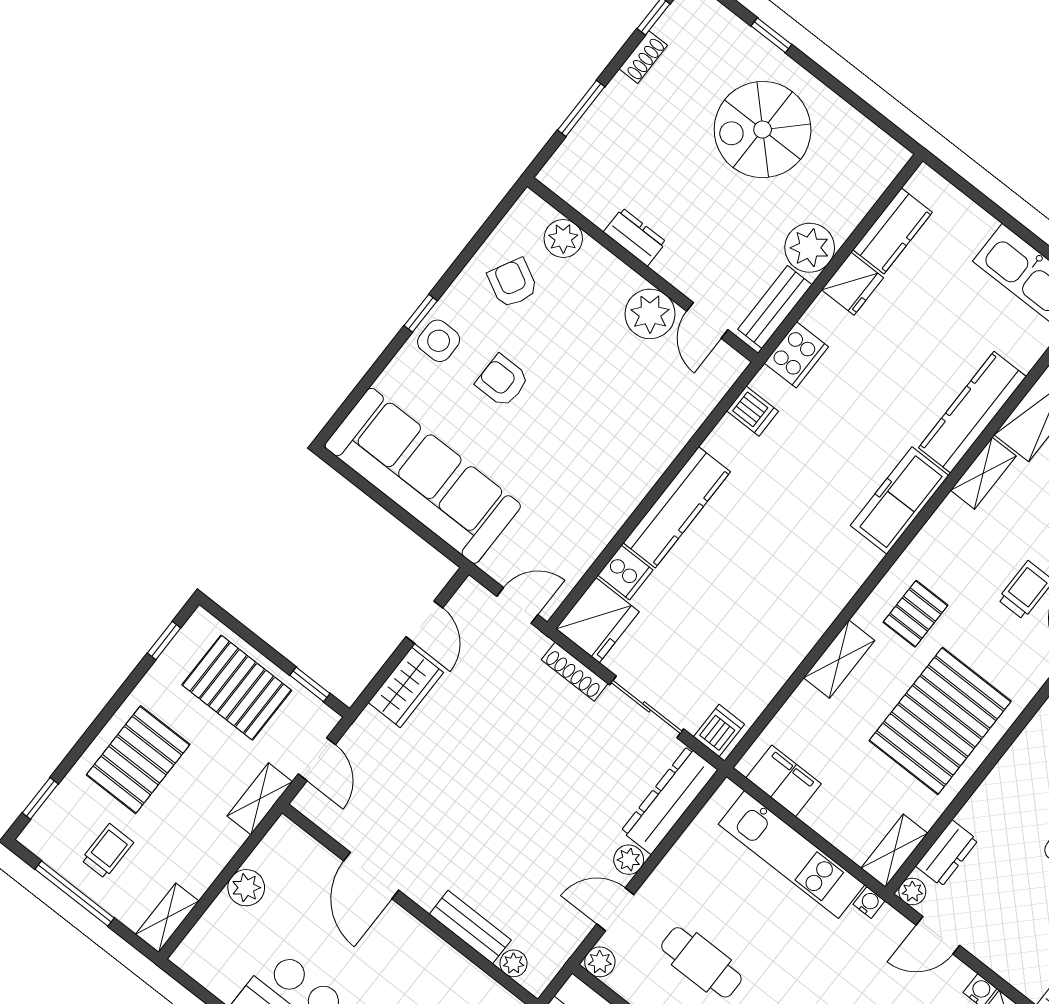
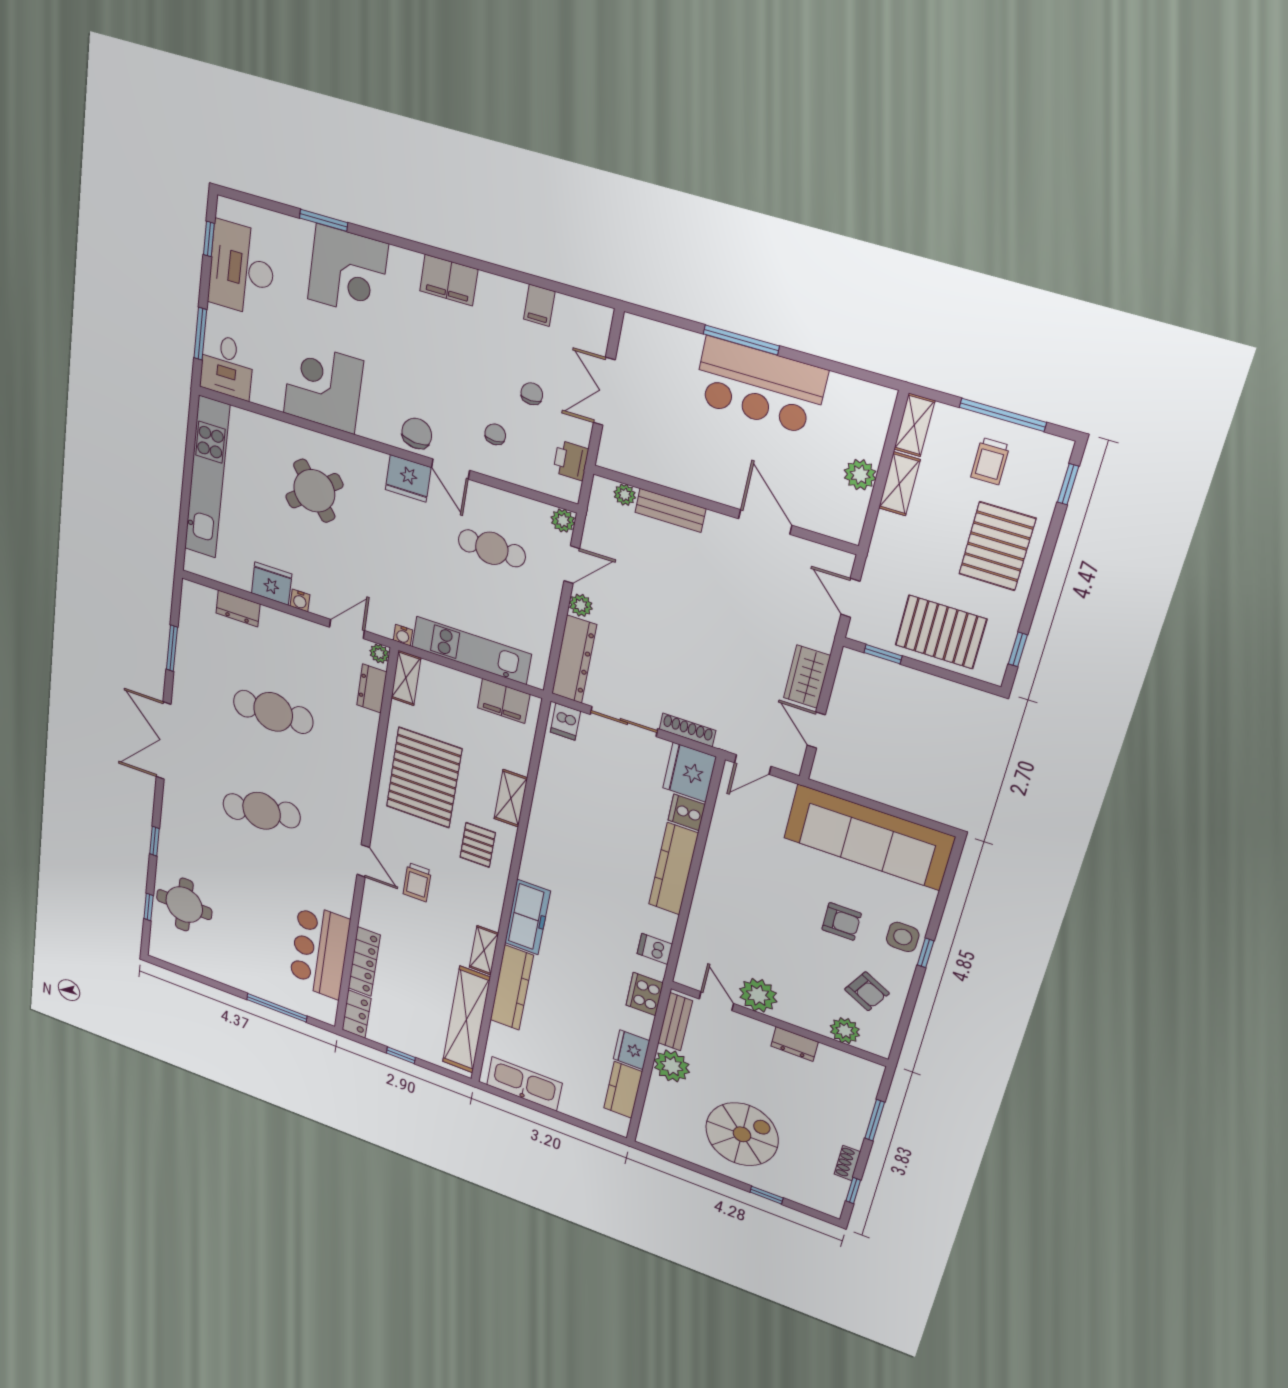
shelving: (260, 799) -> (899, 484), moved

